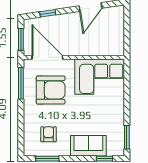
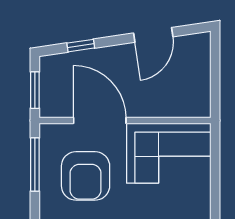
door: (47, 57) -> (100, 121), moved
armchair: (51, 90) -> (86, 176), turned 90

